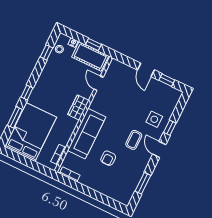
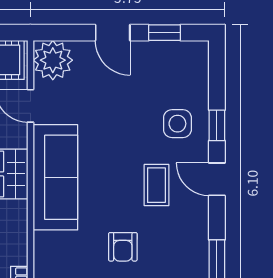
plant: (116, 69) -> (53, 60), added
sofa: (87, 134) -> (55, 177), moved

